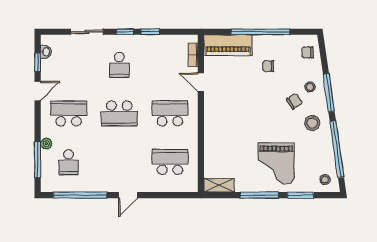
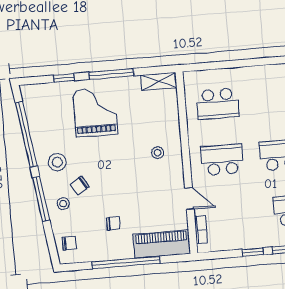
school desk: (170, 113) -> (222, 160), turned 180
stool: (325, 180) -> (158, 153), moved
door: (128, 195) -> (263, 62), removed
window: (301, 195) -> (64, 78), width x0.67

